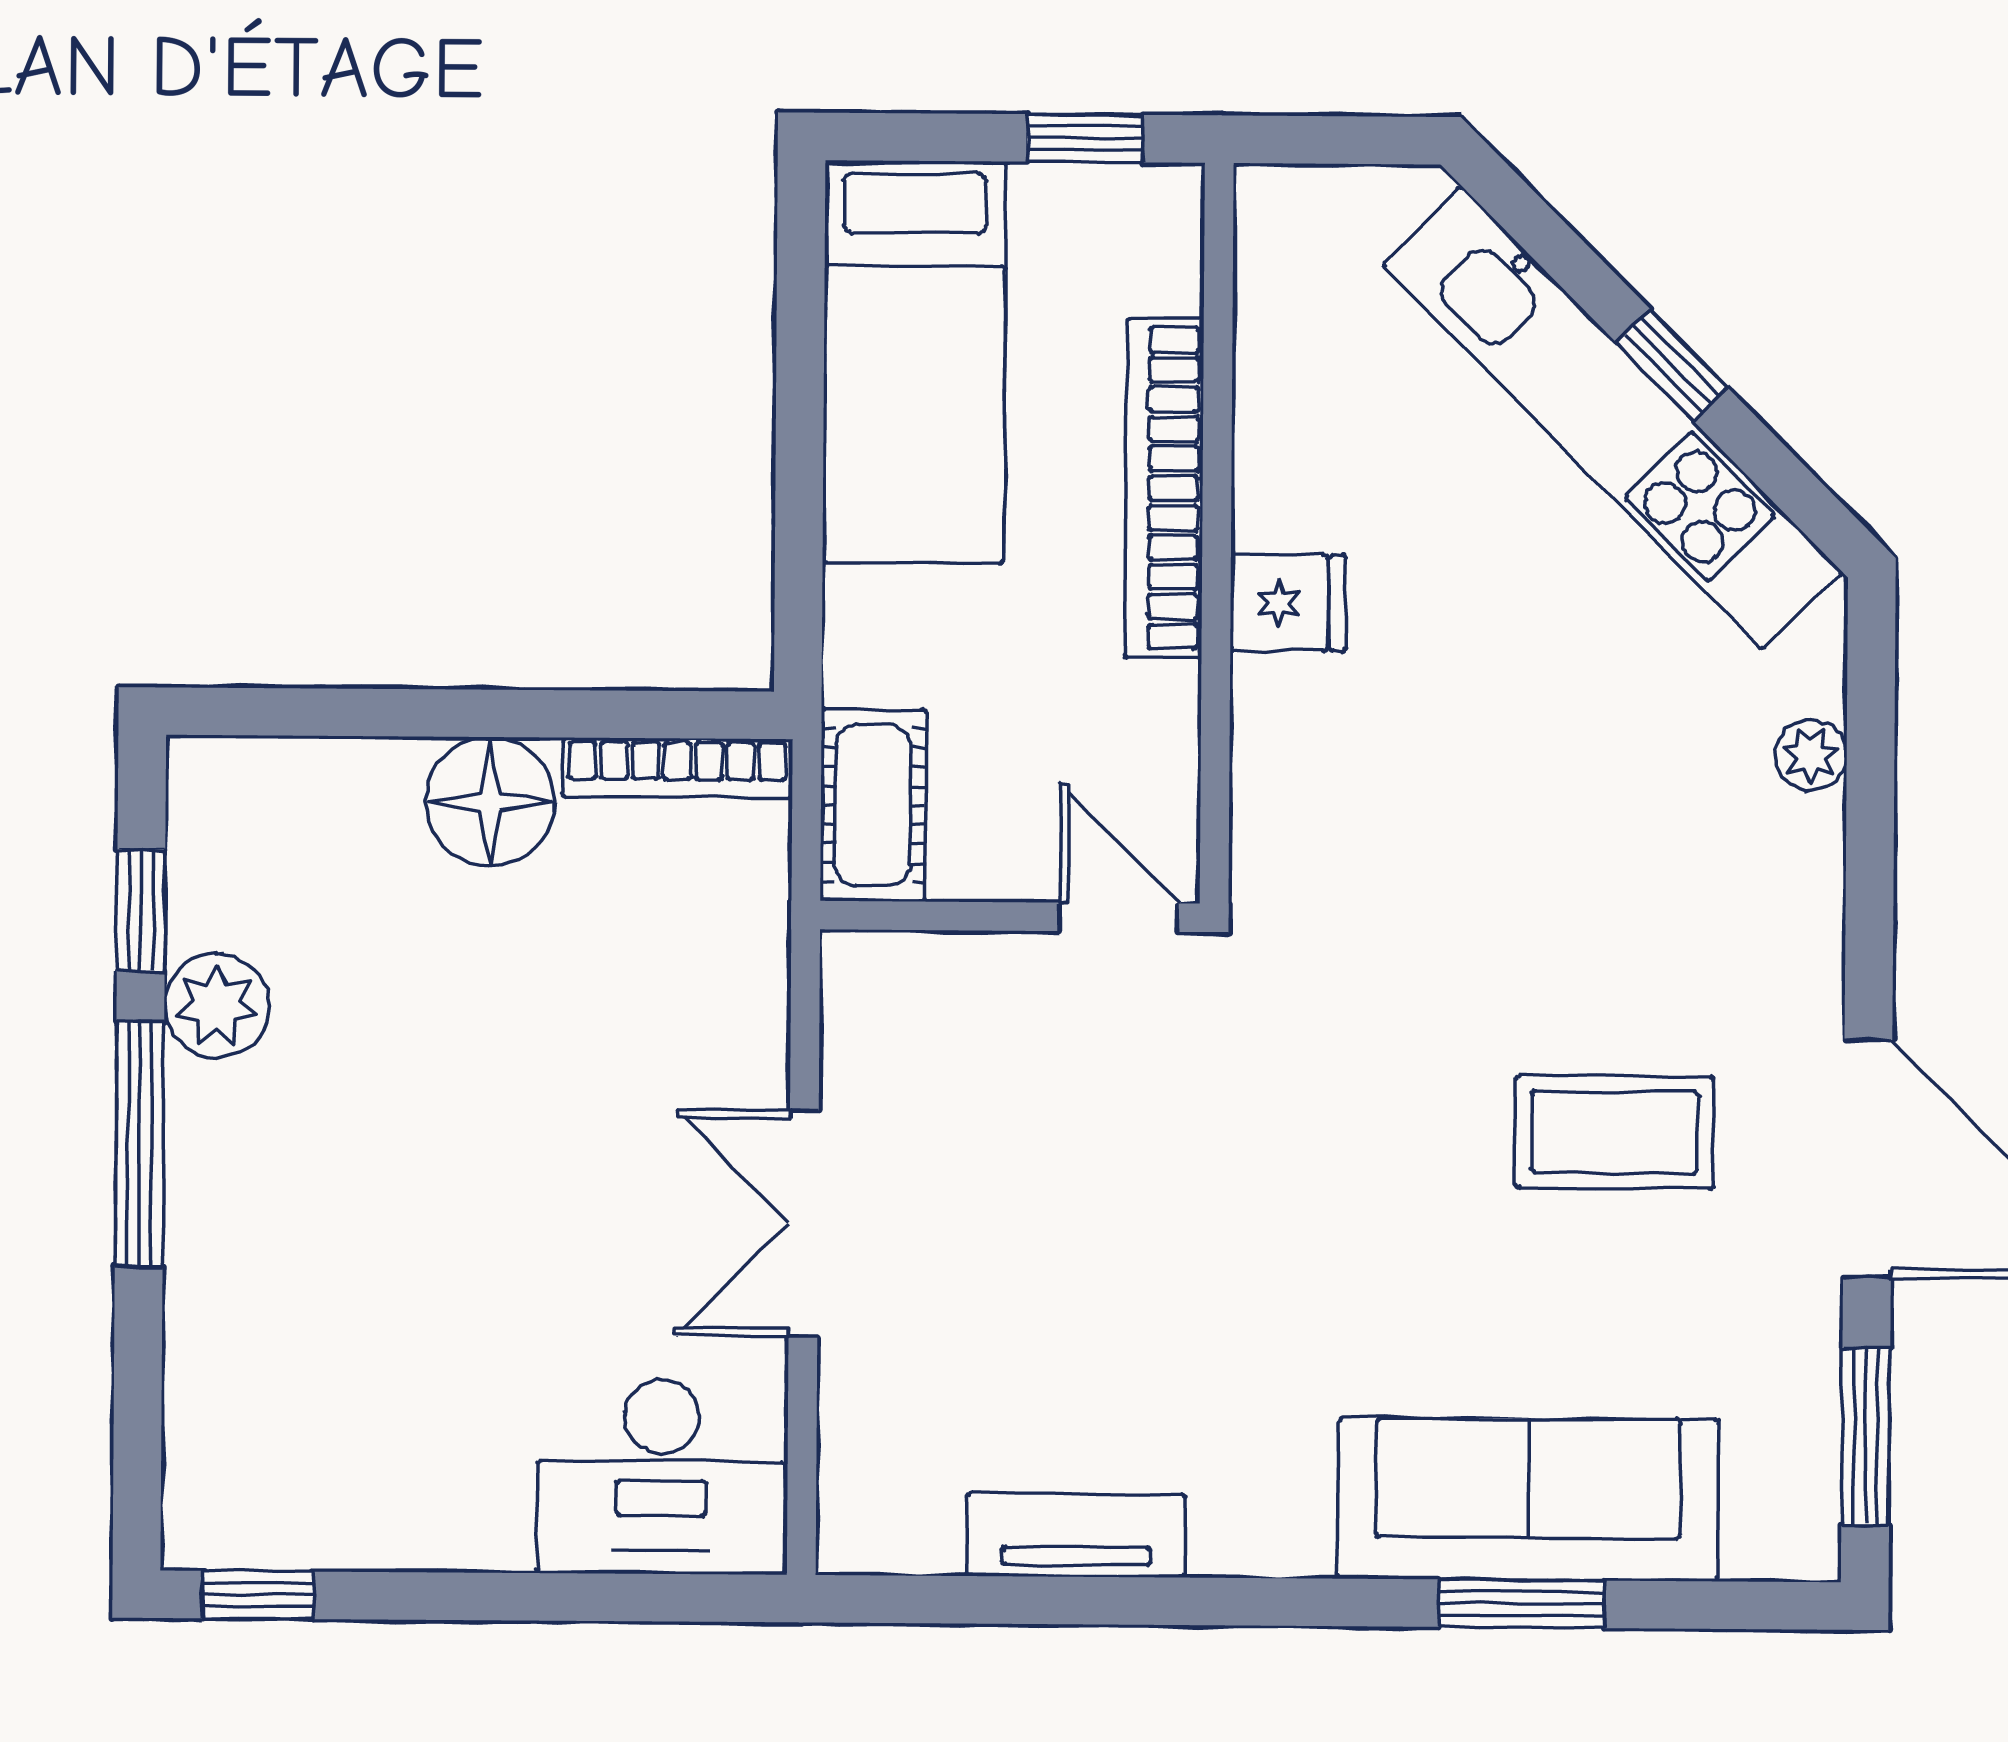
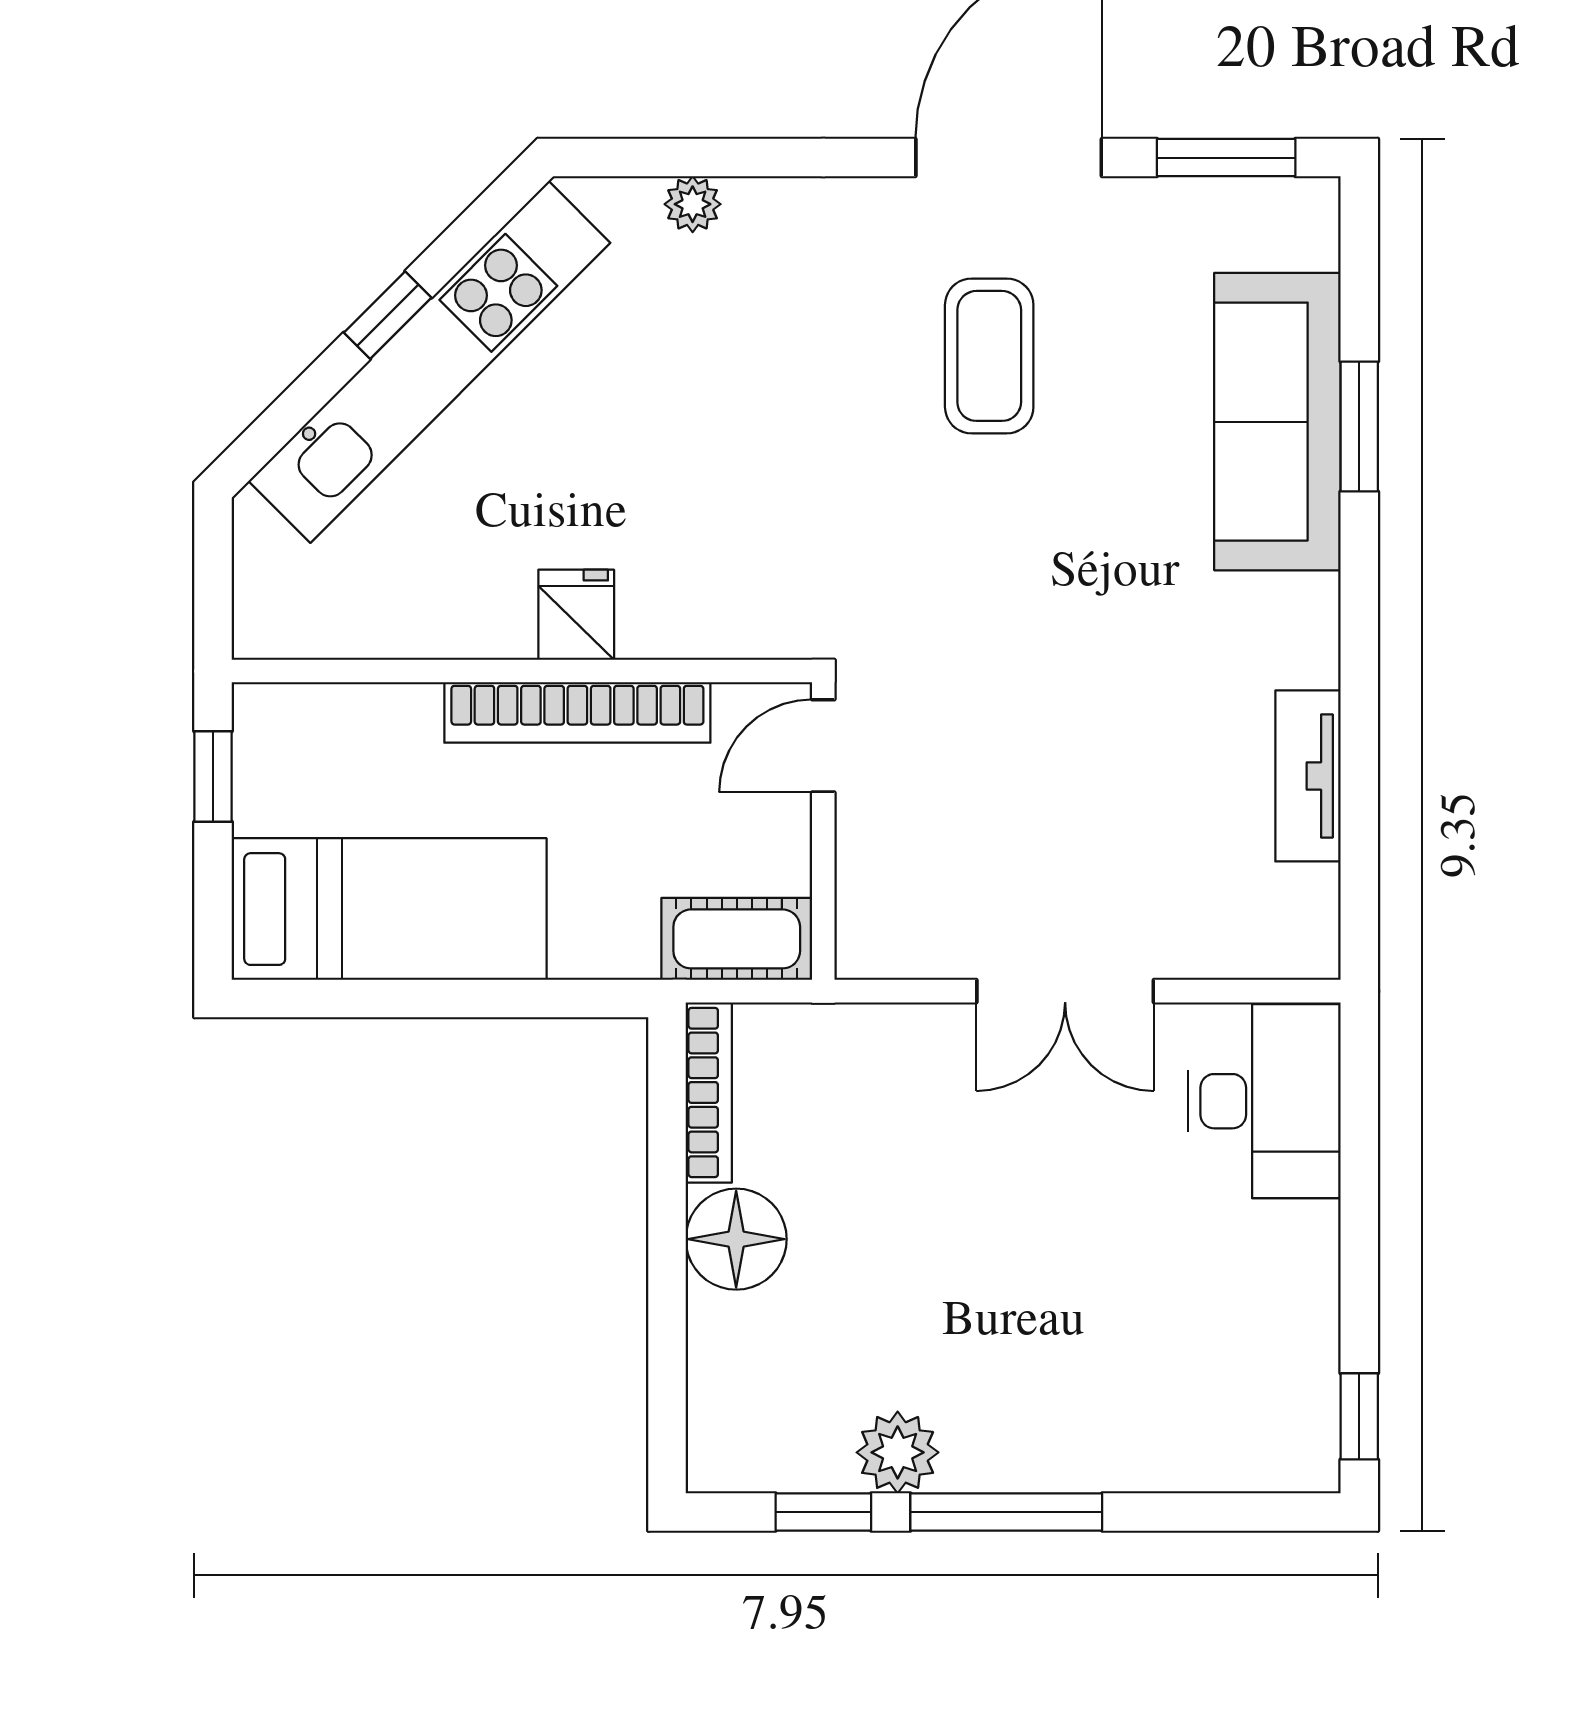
bookcase: (1164, 488) -> (577, 712), moved

